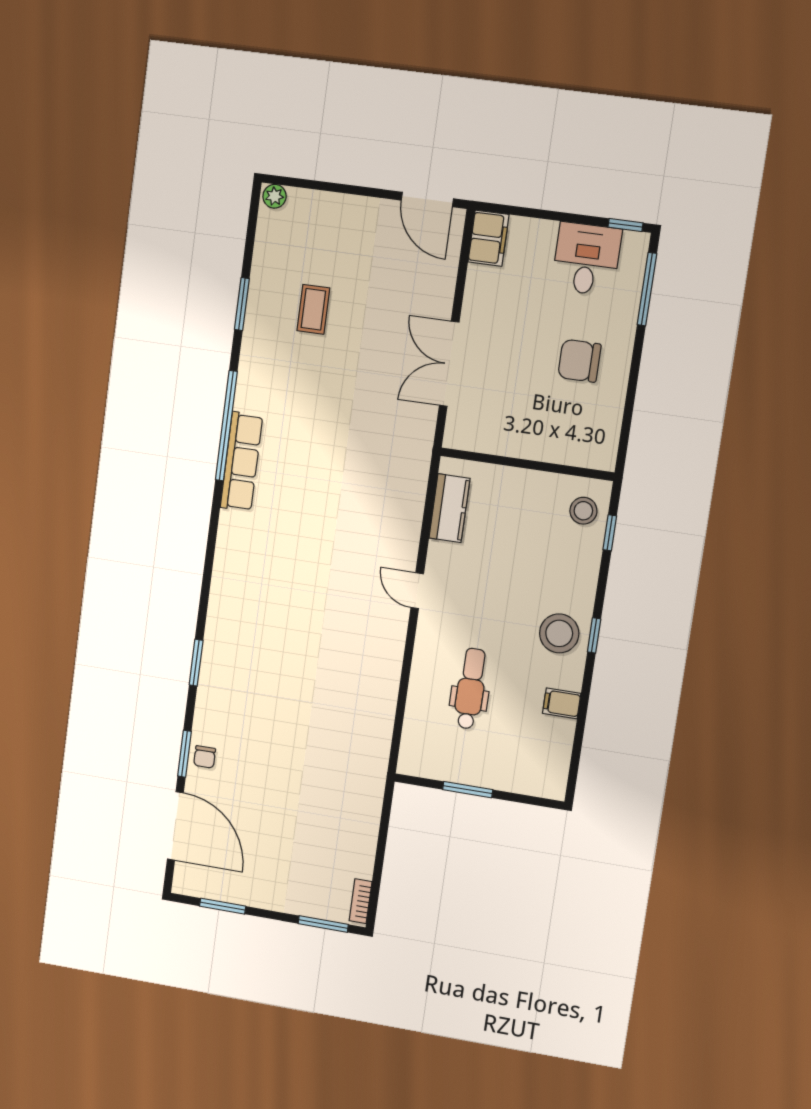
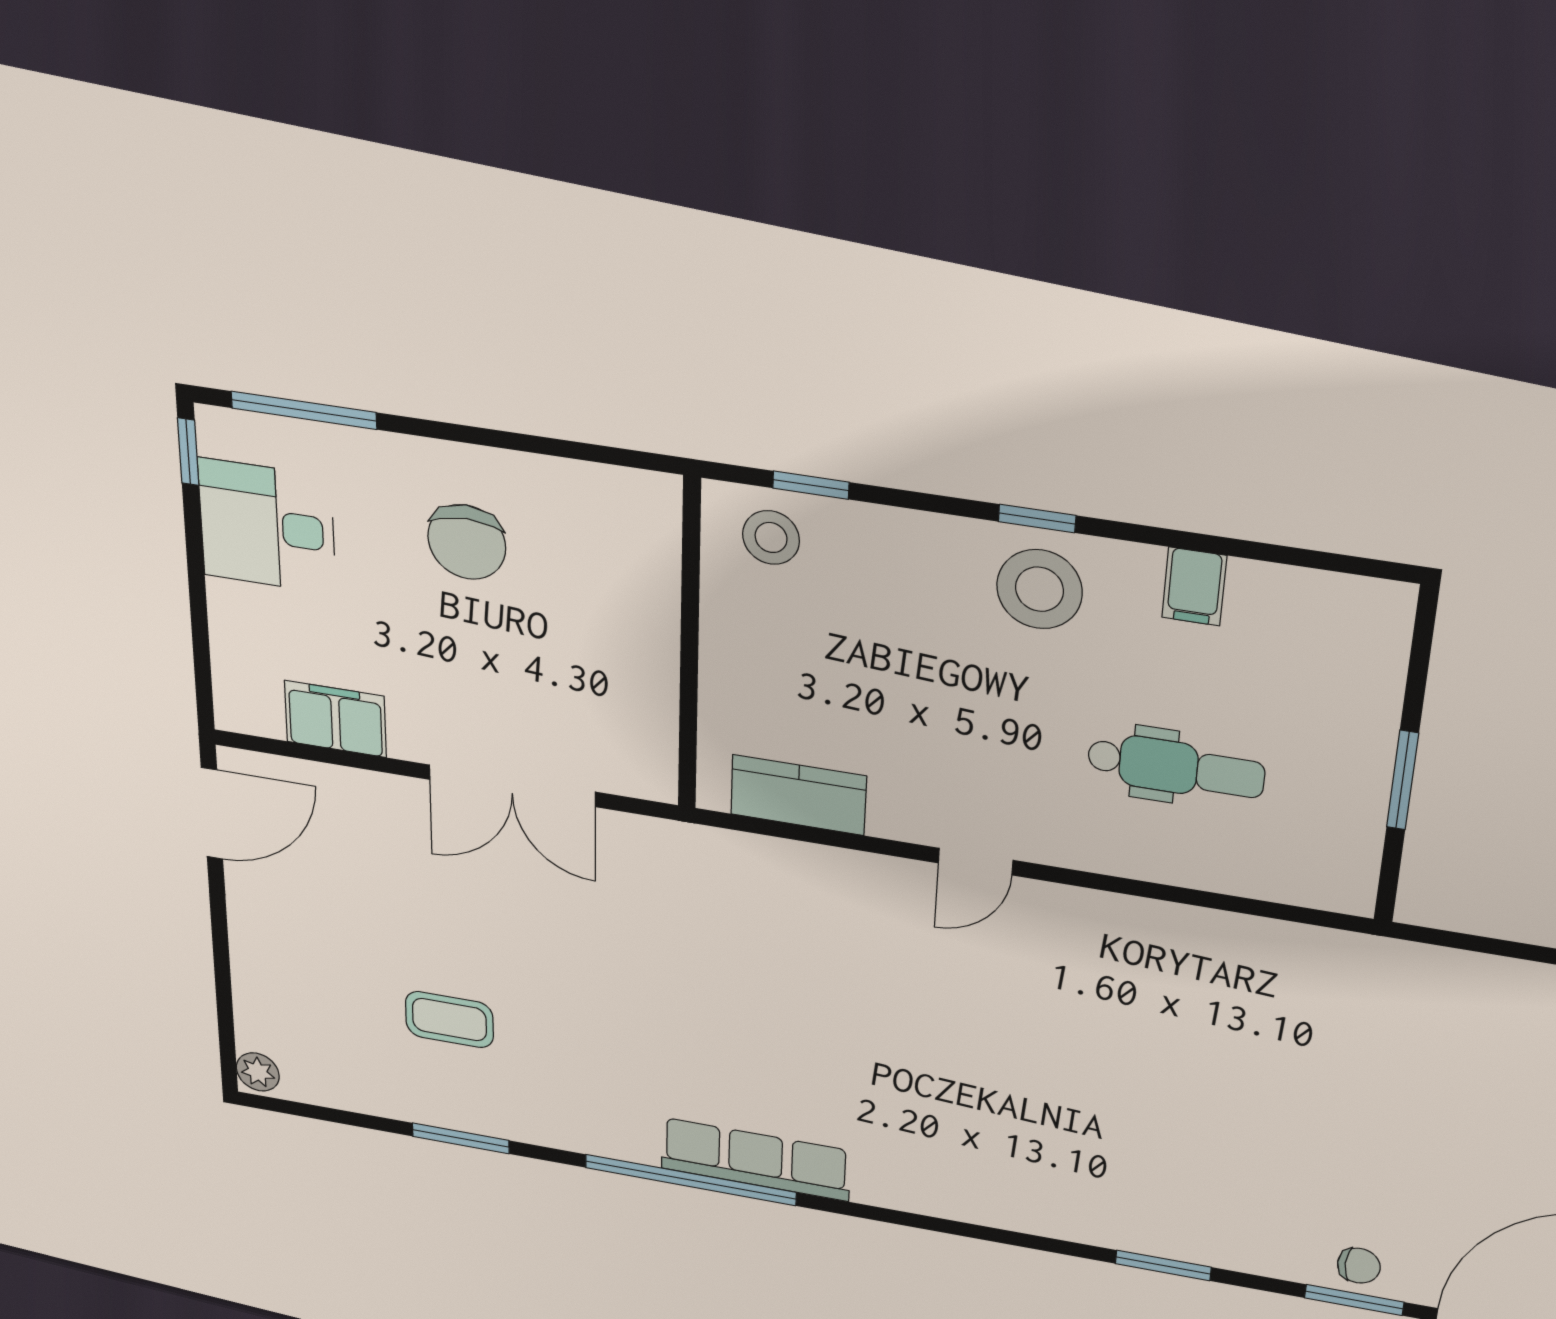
filing cabinet: (488, 238) -> (335, 719), moved
dental chair: (471, 689) -> (1176, 767), turned 180

